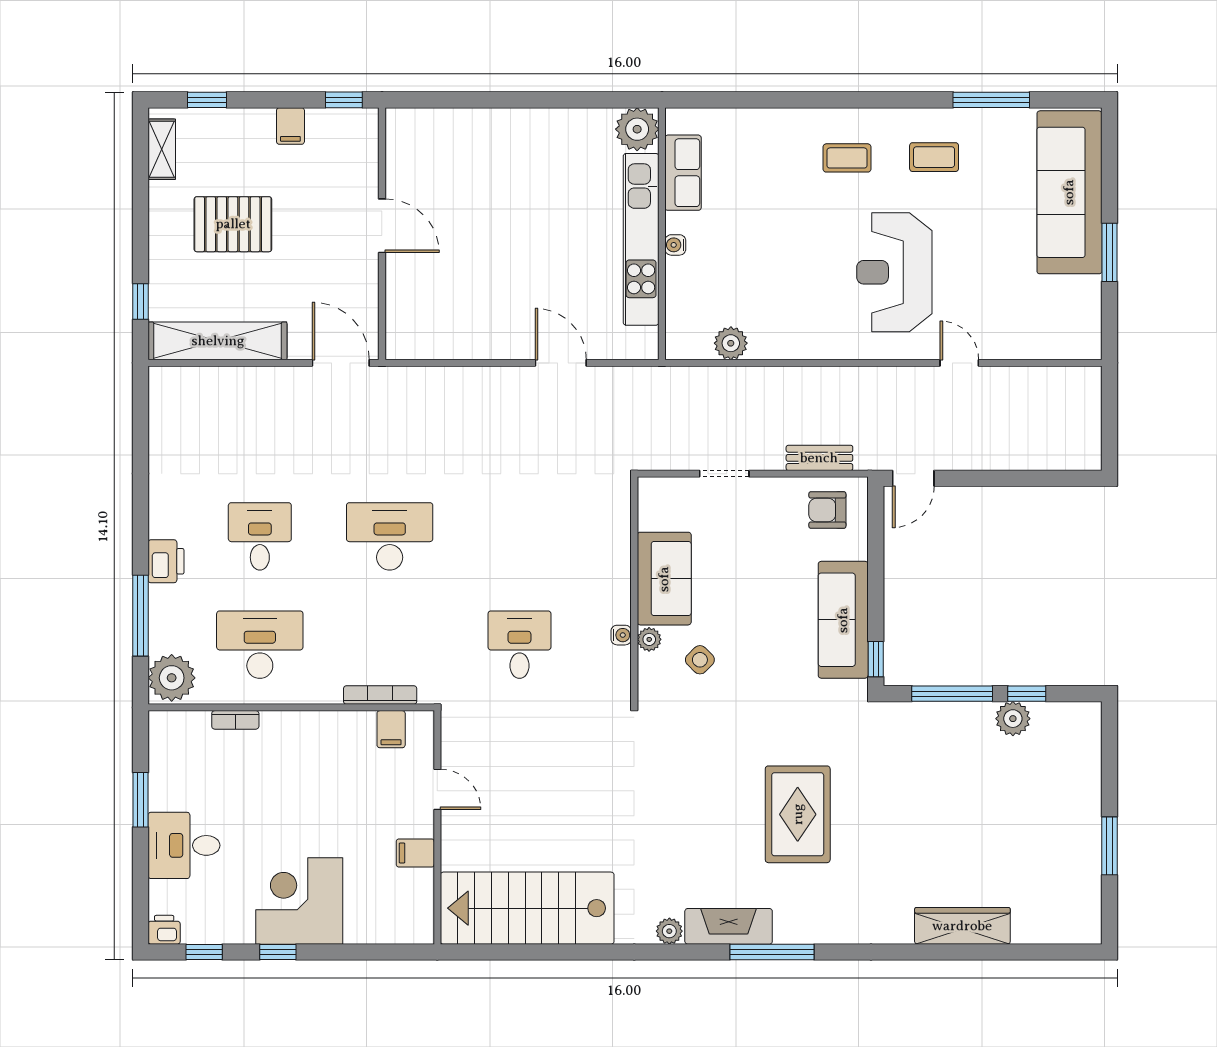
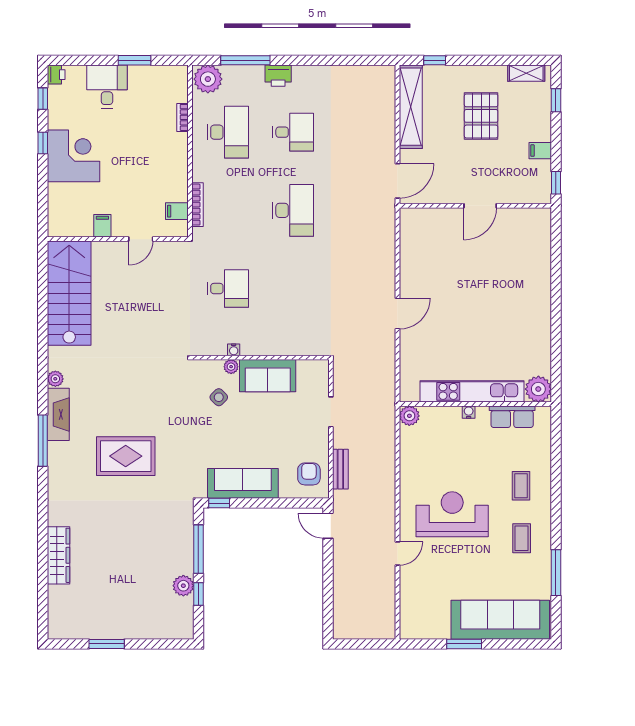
plant: (637, 129) -> (538, 389), moved
row of seats: (683, 173) -> (512, 417), moved
wall: (662, 234) -> (475, 404), moved
kitchen unit: (641, 239) -> (472, 391), moved
water cooler: (675, 245) -> (469, 412), moved

